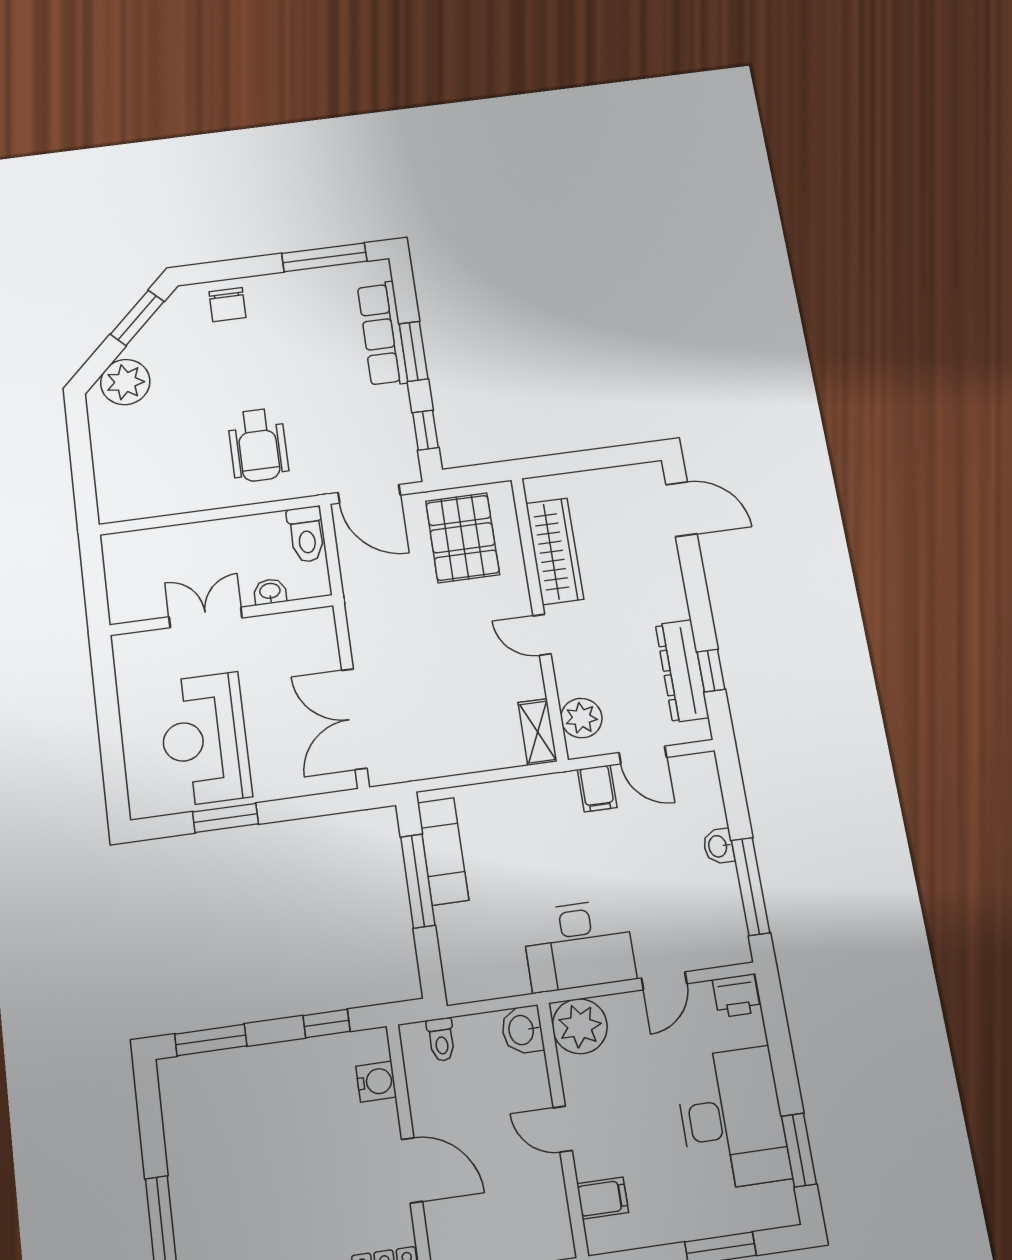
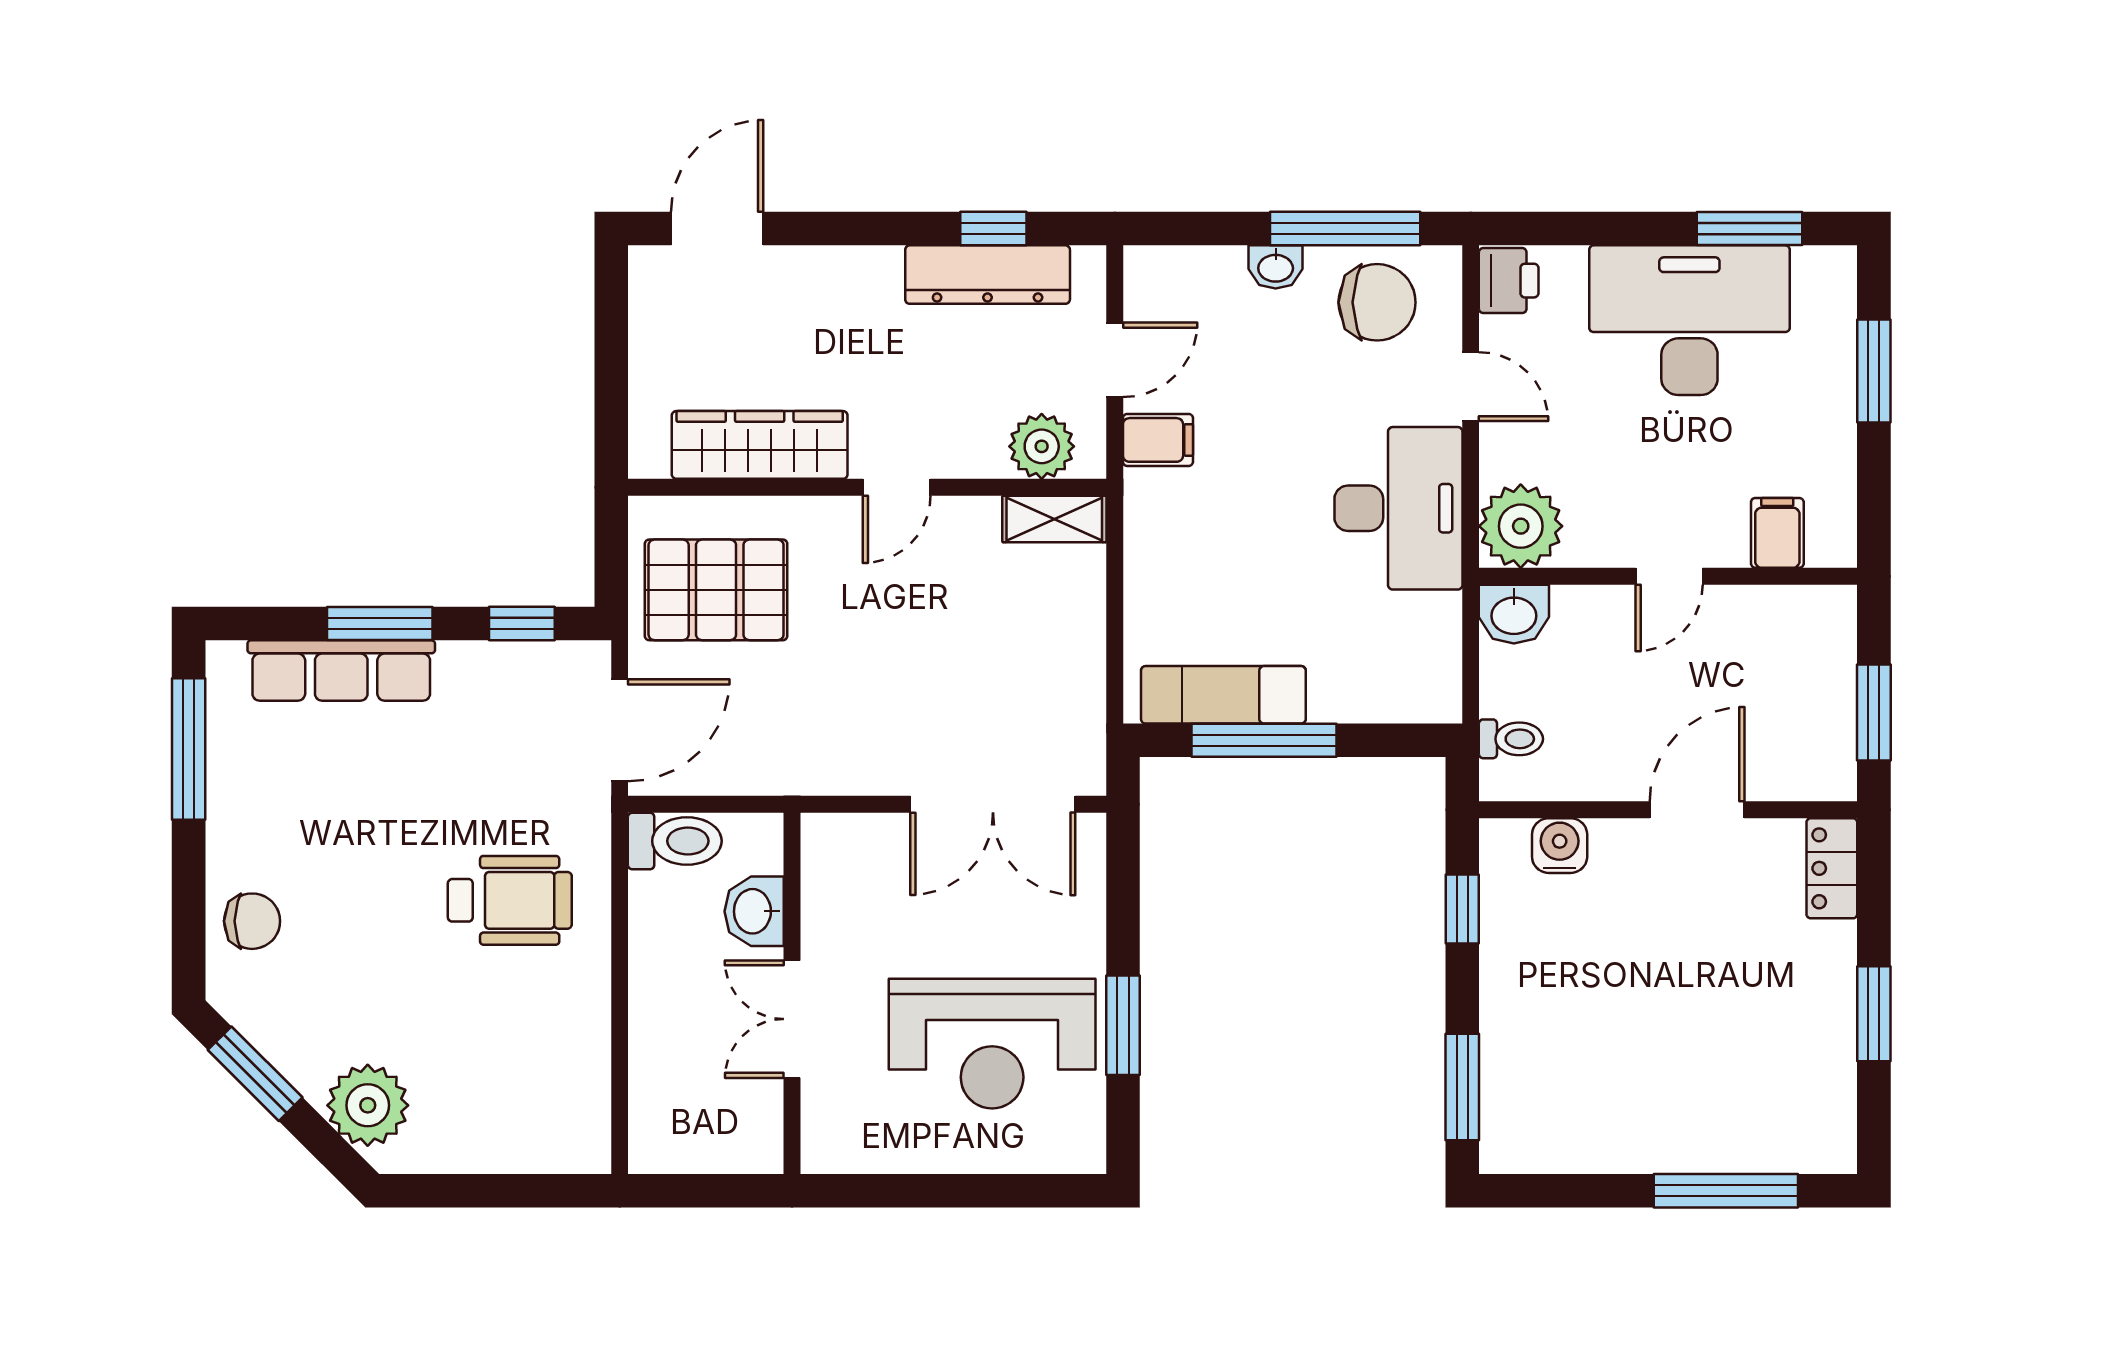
washbasin: (270, 592) -> (754, 911), width x1.38, depth x1.45
chair: (708, 913) -> (1377, 302), added

